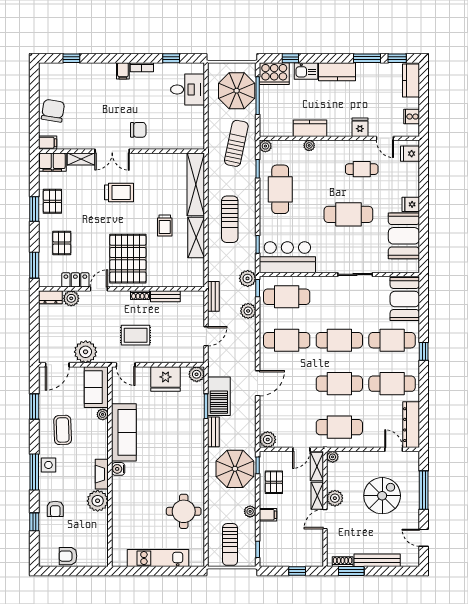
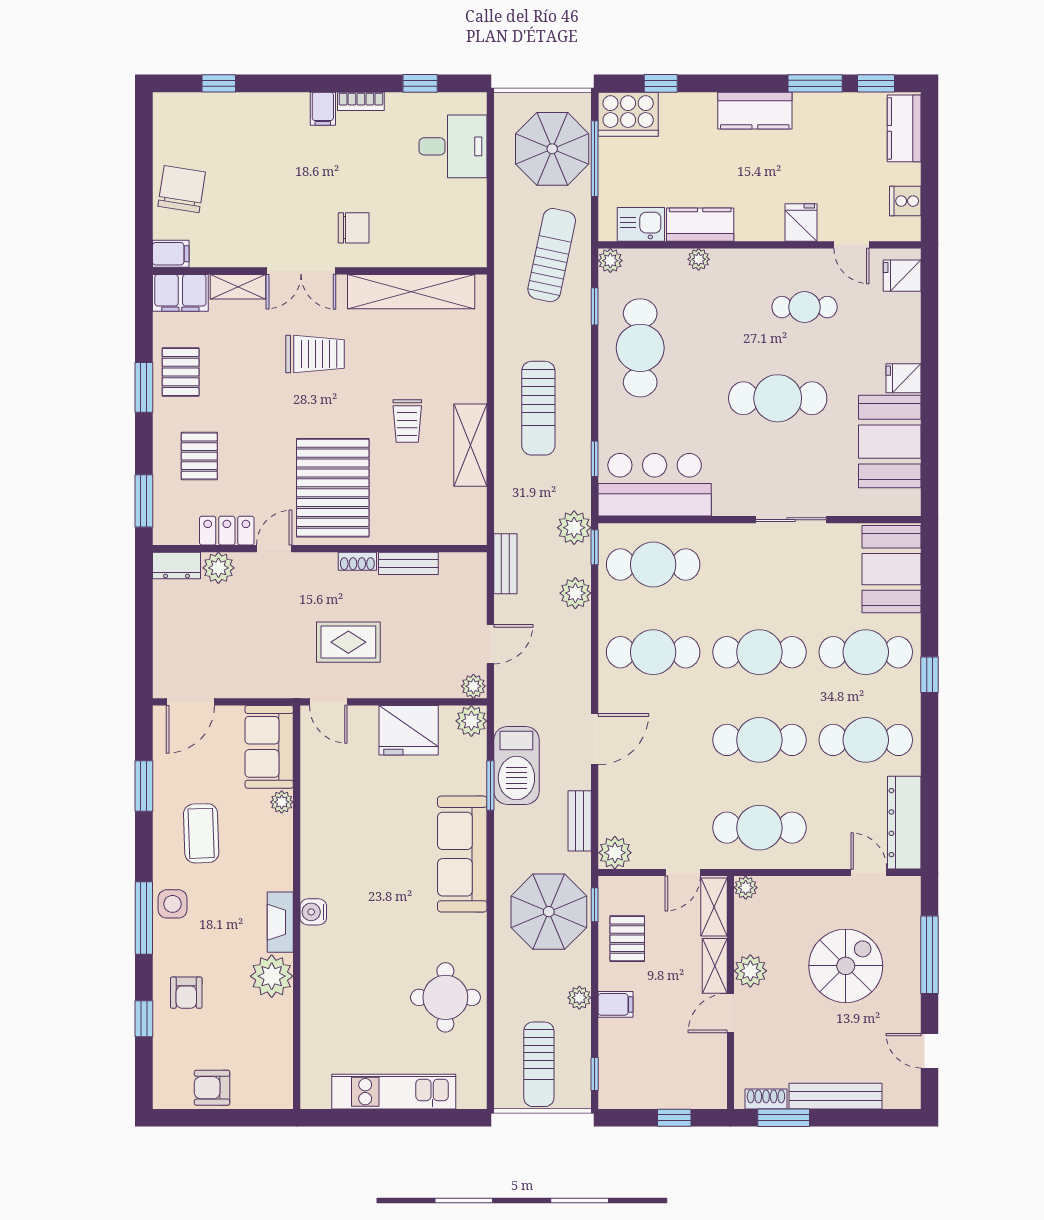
kitchen sink: (306, 71) -> (641, 224), moved, turned 180
shelving: (196, 184) -> (411, 292), moved, turned 90
plant: (86, 352) -> (473, 686), moved, width x0.53, depth x0.53
sofa: (124, 432) -> (462, 854), moved, turned 180
bench: (213, 432) -> (580, 821), moved

